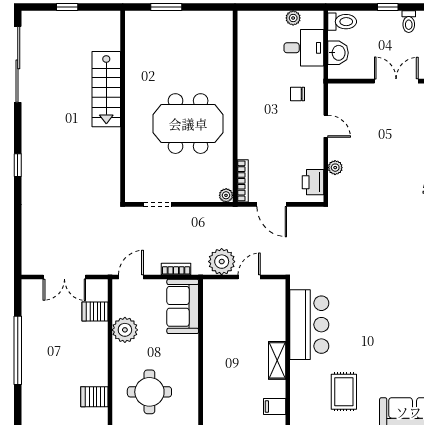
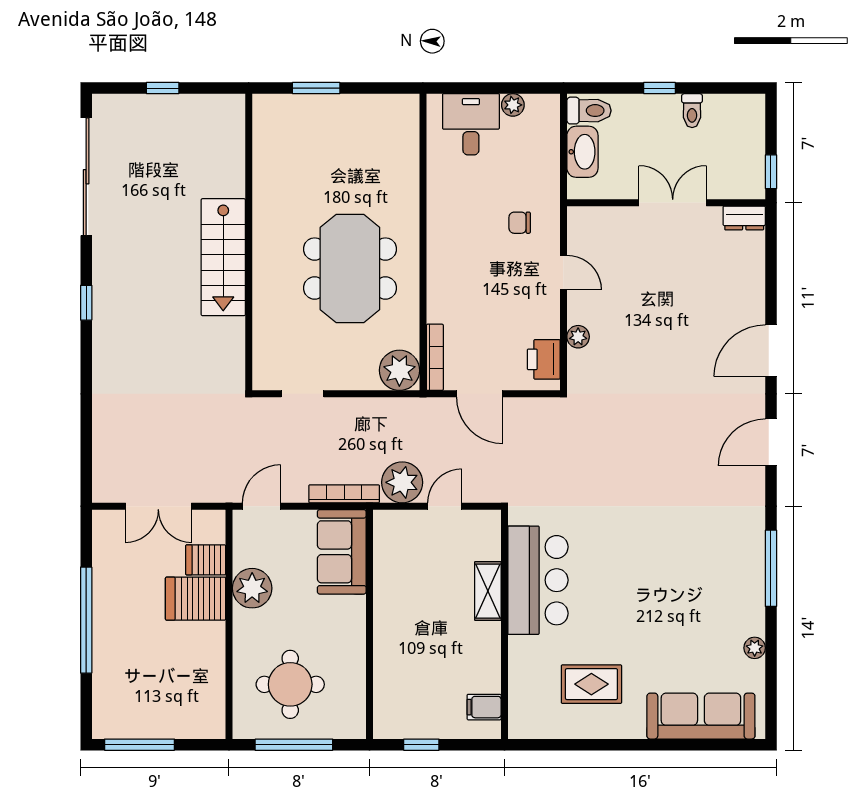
desk: (304, 48) -> (471, 124), moved, turned -90
washbasin: (338, 53) -> (582, 152), width x1.38
stairs: (106, 89) -> (223, 257), moved
meeting table: (188, 124) -> (350, 269), turned 90
window: (18, 165) -> (86, 303), moved
plant: (226, 195) -> (399, 370), width x1.88, depth x1.88
bookcase: (176, 269) -> (344, 494), width x1.56
shelving: (277, 360) -> (488, 591), moved
rug: (344, 392) -> (591, 684), turned 90
server rack: (94, 397) -> (196, 599), moved, width x1.36, depth x1.44

